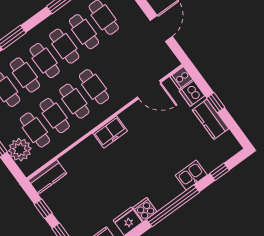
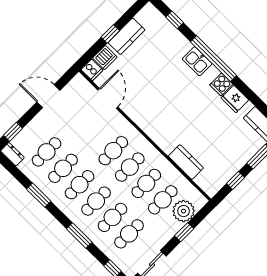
freezer: (110, 132) -> (153, 129), removed
kitchen sink: (191, 175) -> (197, 61), moved
kitchen counter: (47, 177) -> (186, 162), moved

